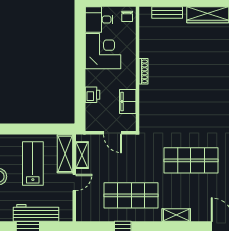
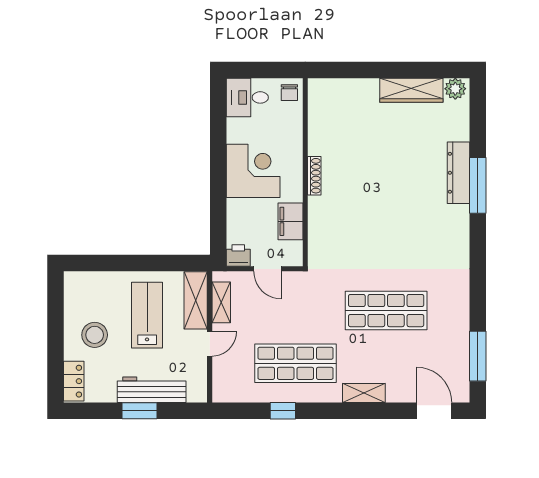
bench: (167, 12) -> (350, 87), removed
corner desk: (103, 51) -> (253, 171), moved
printer: (92, 95) -> (238, 256), moved, turned -90

